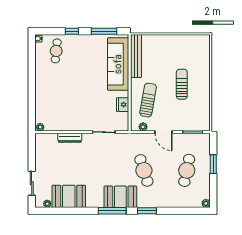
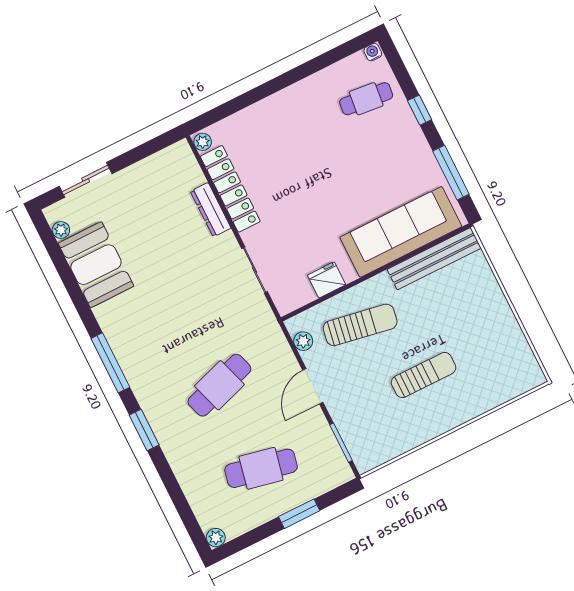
locker: (65, 125) -> (230, 189), added
booth: (120, 197) -> (145, 365), removed

